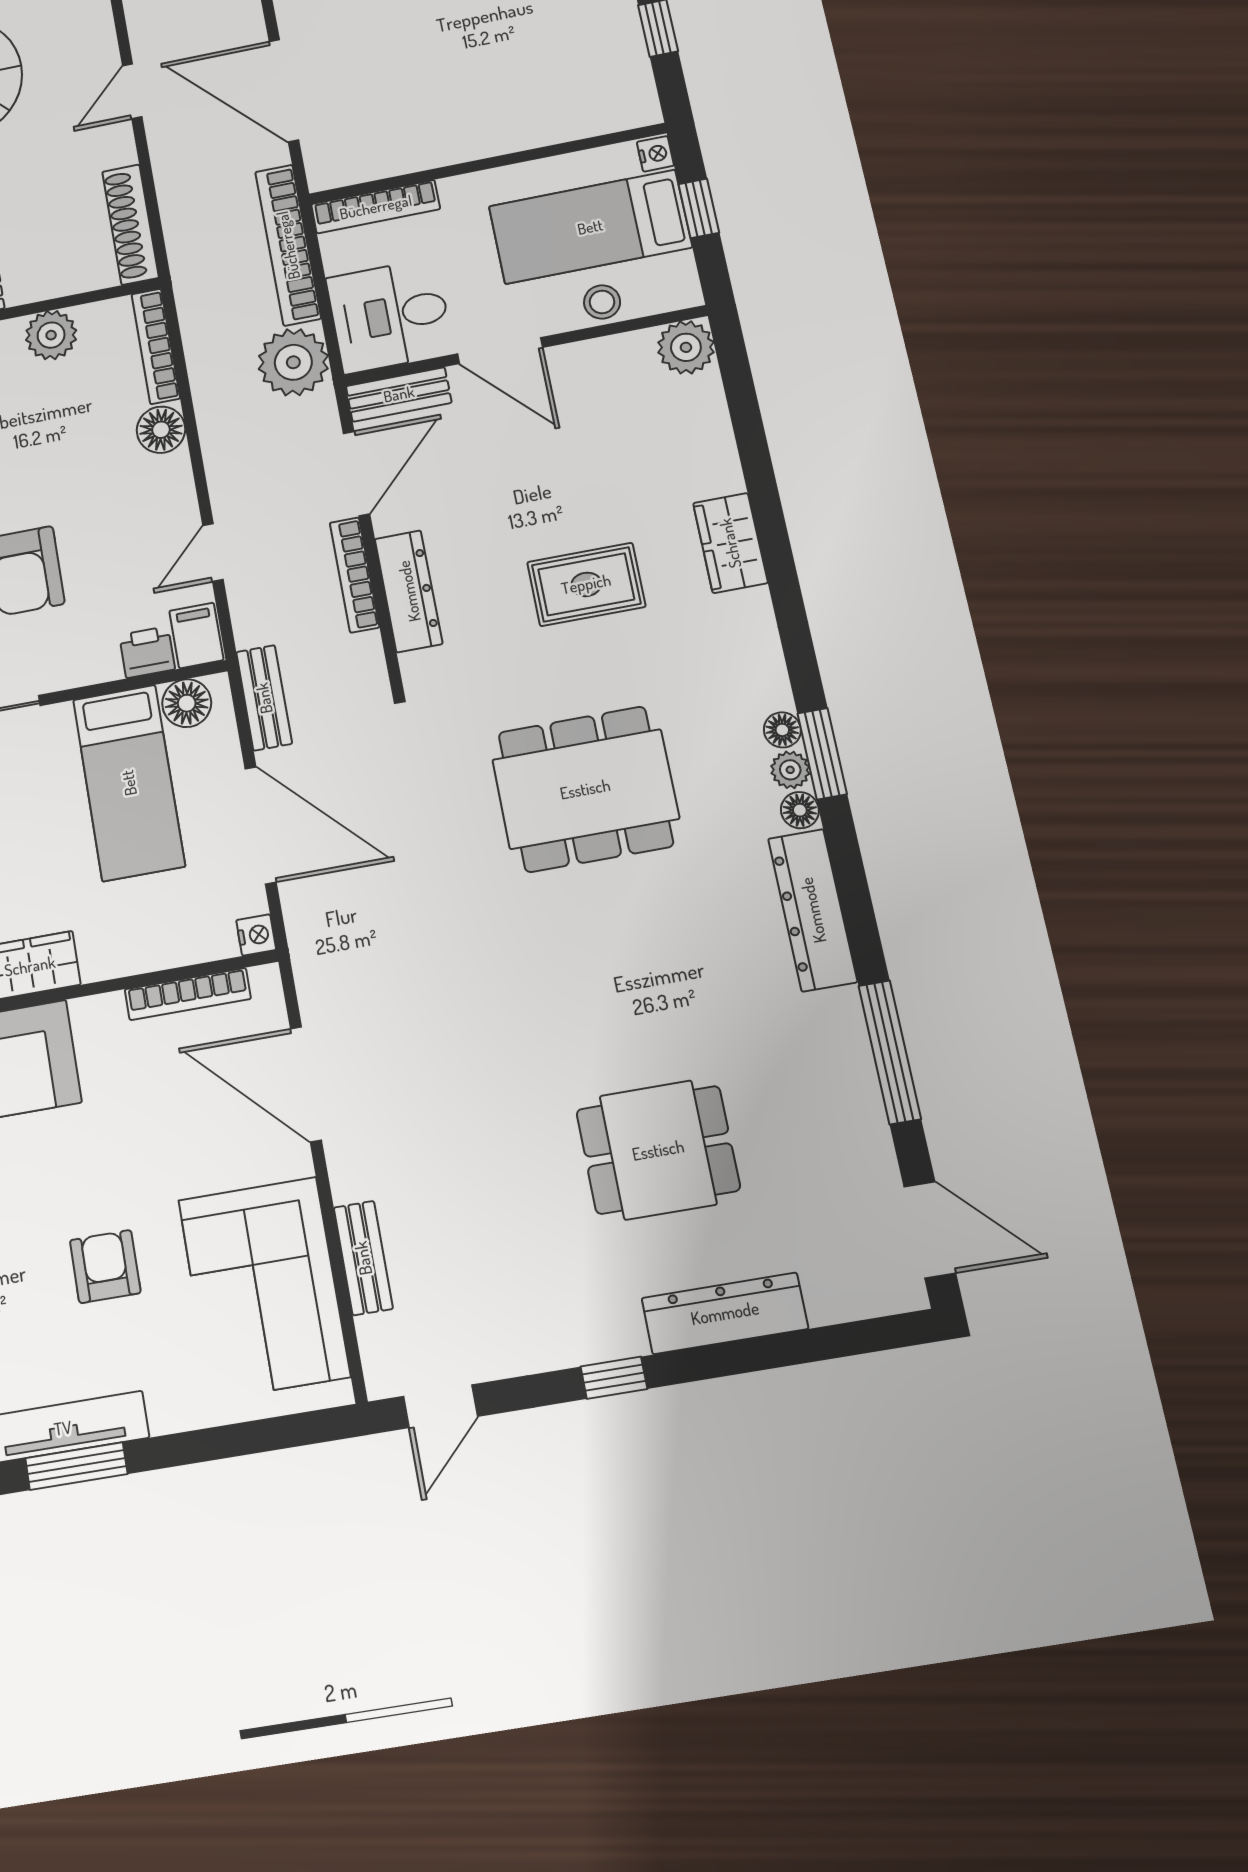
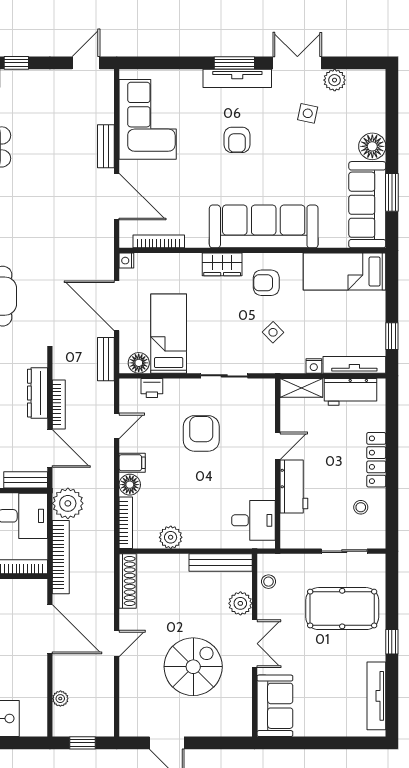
door: (356, 473) -> (50, 449), swing flipped
filing cabinet: (196, 635) -> (132, 463), moved, turned -90
bench: (363, 1258) -> (106, 146), moved
armchair: (105, 1267) -> (237, 140), moved

